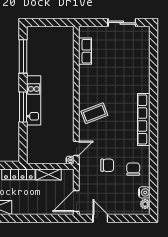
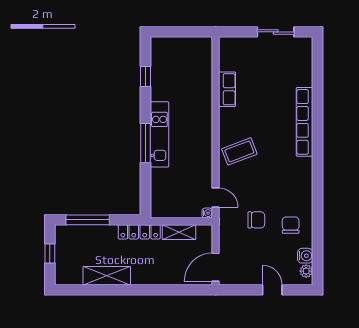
row of seats: (85, 51) -> (227, 89), moved
window: (23, 56) -> (145, 76), width x0.46
row of seats: (144, 119) -> (305, 122), moved
door: (76, 148) -> (216, 198), hinge flipped
door: (100, 218) -> (272, 290), moved

